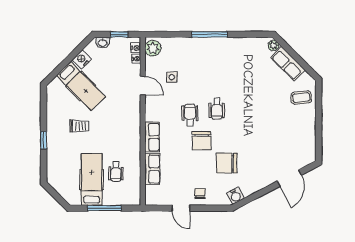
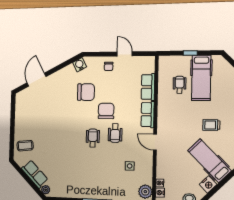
door: (143, 86) -> (155, 142), moved
window: (105, 208) -> (190, 53), width x0.46

